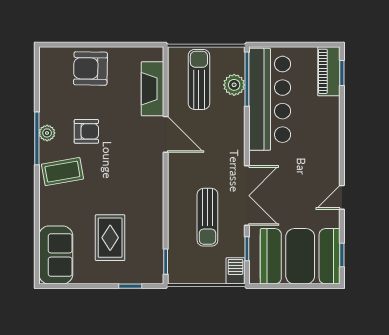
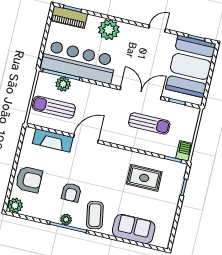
plant: (50, 58) -> (15, 205), added
armchair: (90, 68) -> (29, 180), turned -91
armchair: (86, 131) -> (71, 192), turned 180
plant: (325, 131) -> (109, 30), added
door: (342, 197) -> (157, 29), swing flipped
rug: (110, 238) -> (144, 178), moved
sofa: (56, 255) -> (134, 229), moved
barbecue: (235, 271) -> (184, 151), moved, turned 90

